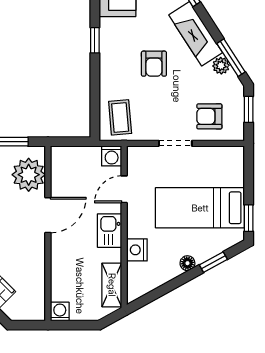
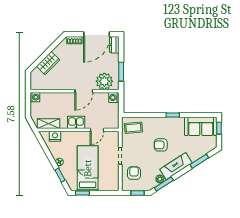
washing machine: (112, 156) -> (114, 97), moved
door: (124, 189) -> (97, 130), swing flipped
door: (48, 215) -> (84, 91), hinge flipped
nightstand: (137, 250) -> (55, 136), moved

